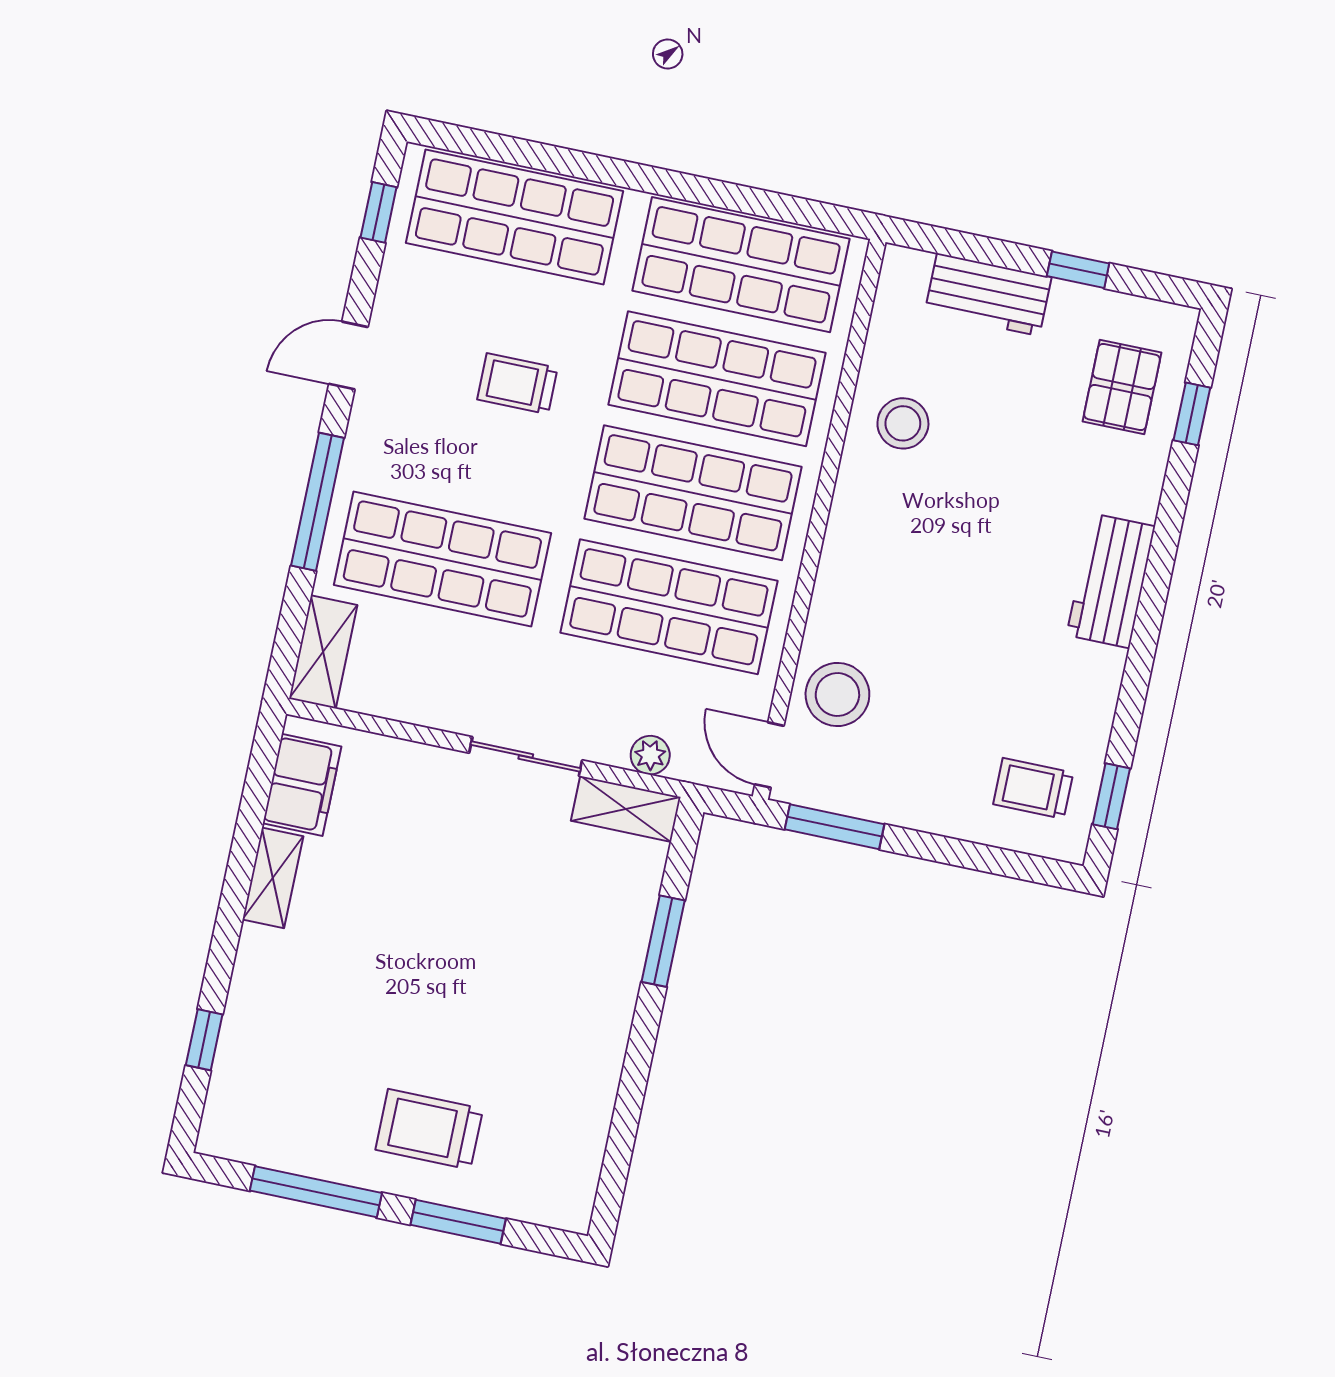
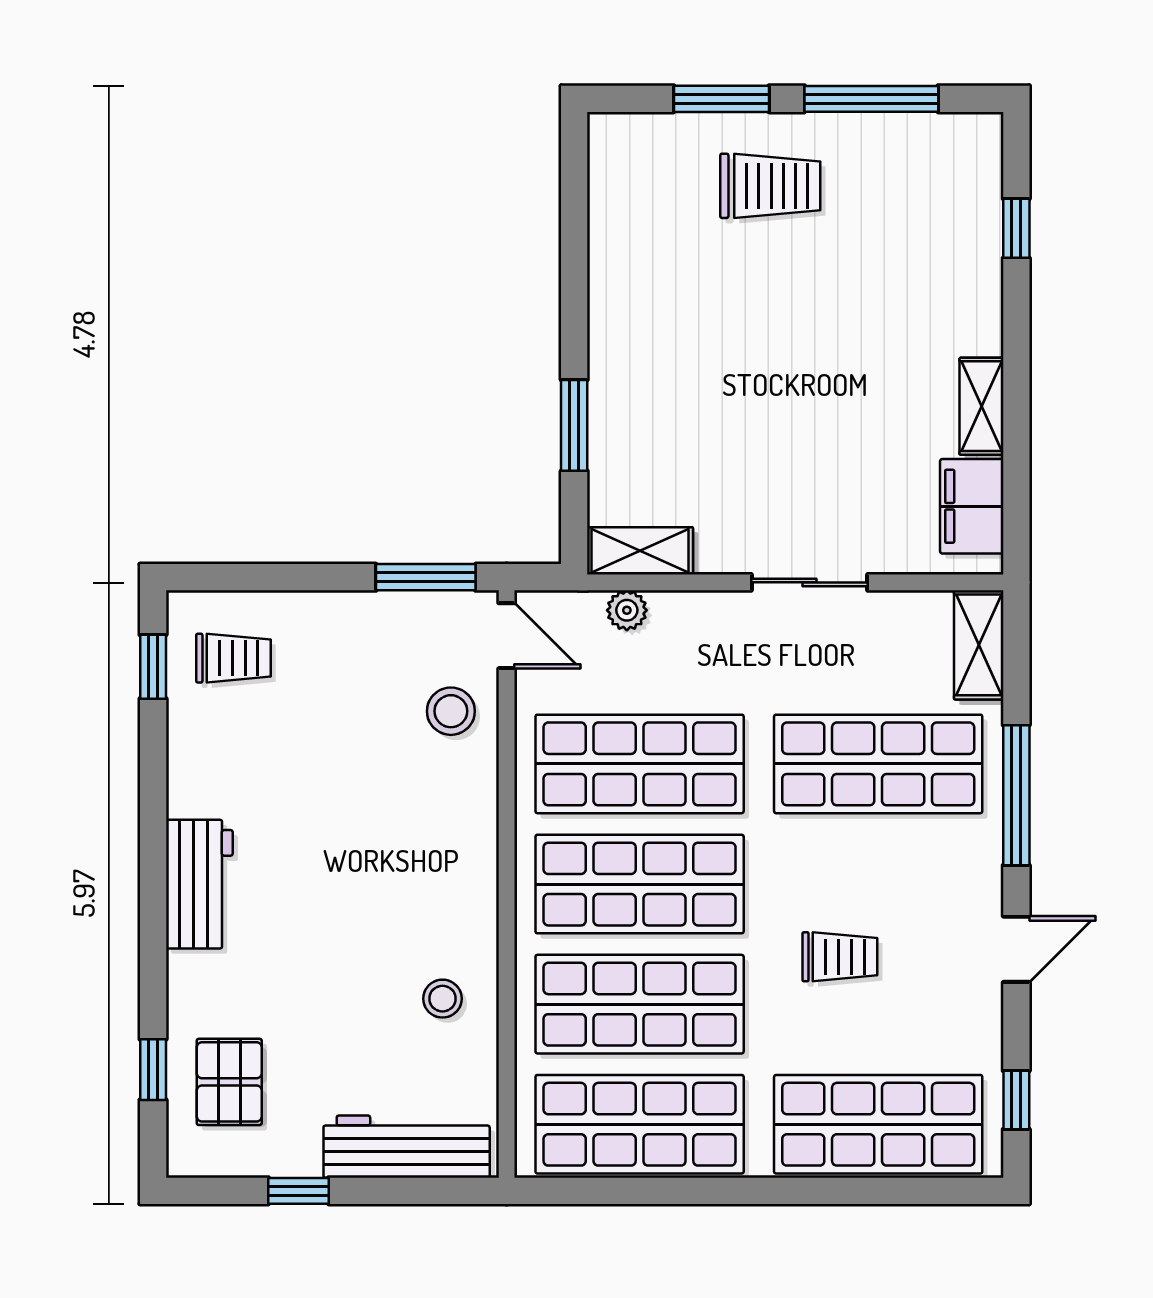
workbench: (988, 295) -> (407, 1147), width x1.38
stool: (903, 423) -> (442, 999), width x0.73, depth x0.73
stool: (837, 694) -> (451, 711), width x0.73, depth x0.73
sliding door: (526, 757) -> (809, 582), moved

